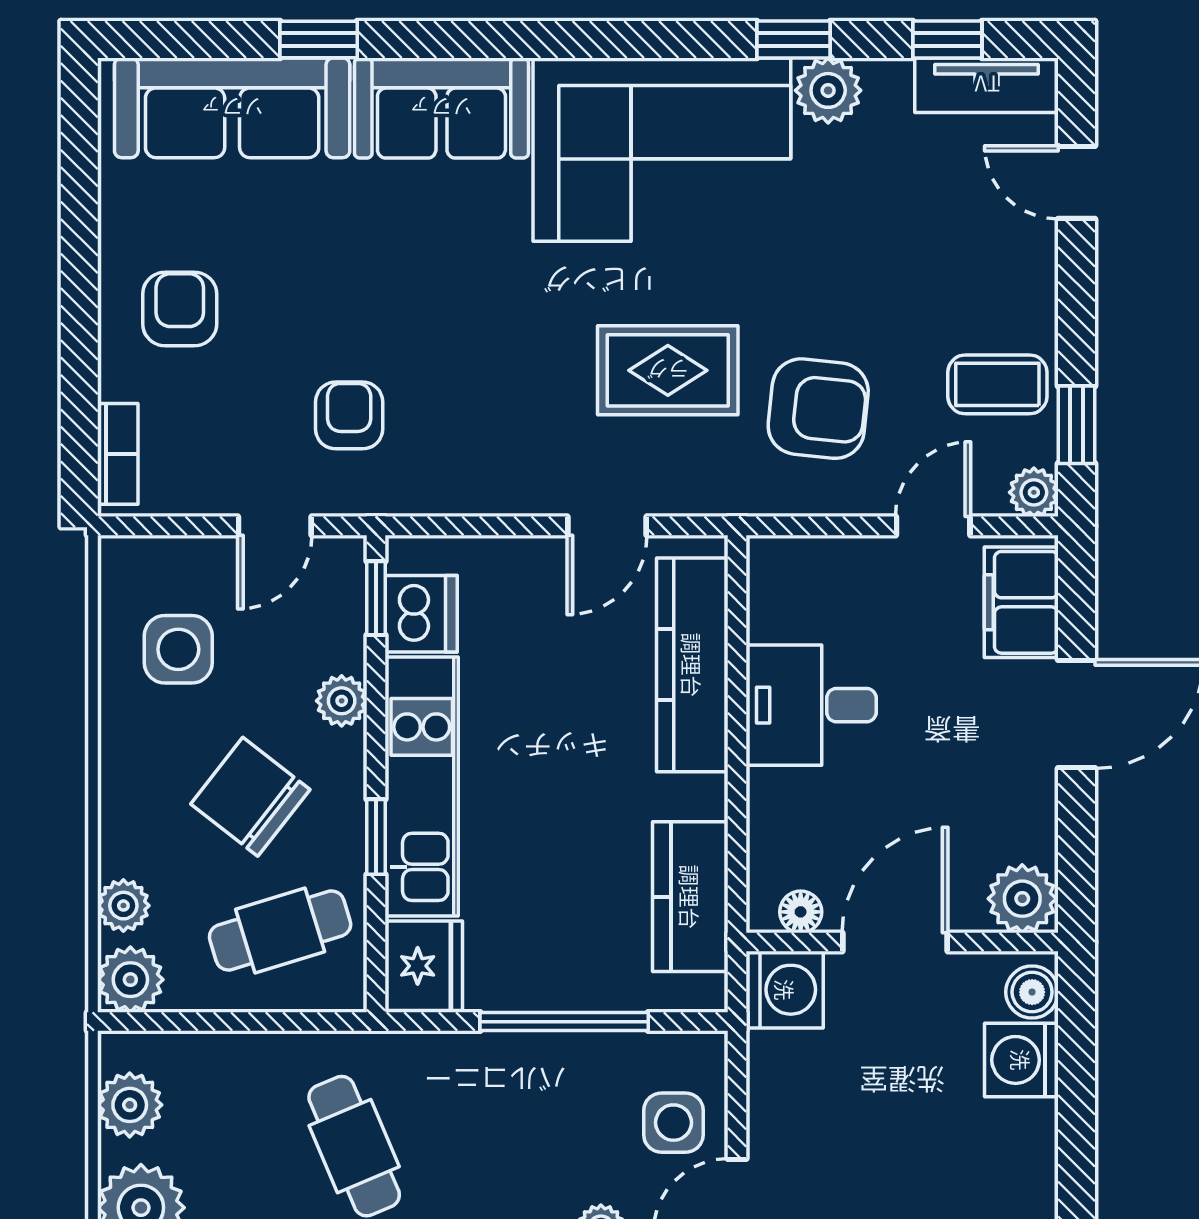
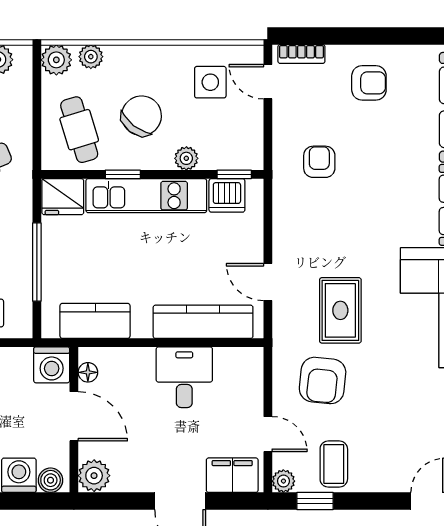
armchair: (349, 415) -> (319, 162), turned -90
door: (275, 526) -> (268, 82), moved

